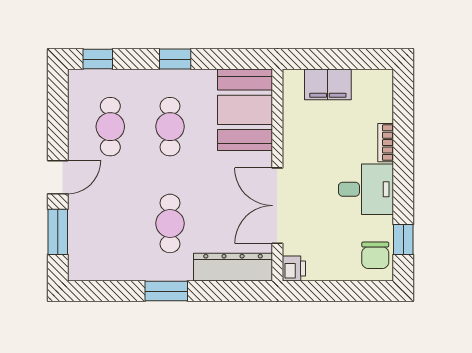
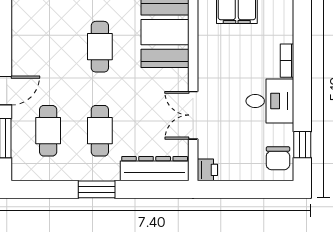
cafe table: (110, 127) -> (48, 131), moved
double door: (277, 206) -> (193, 115), width x0.73

